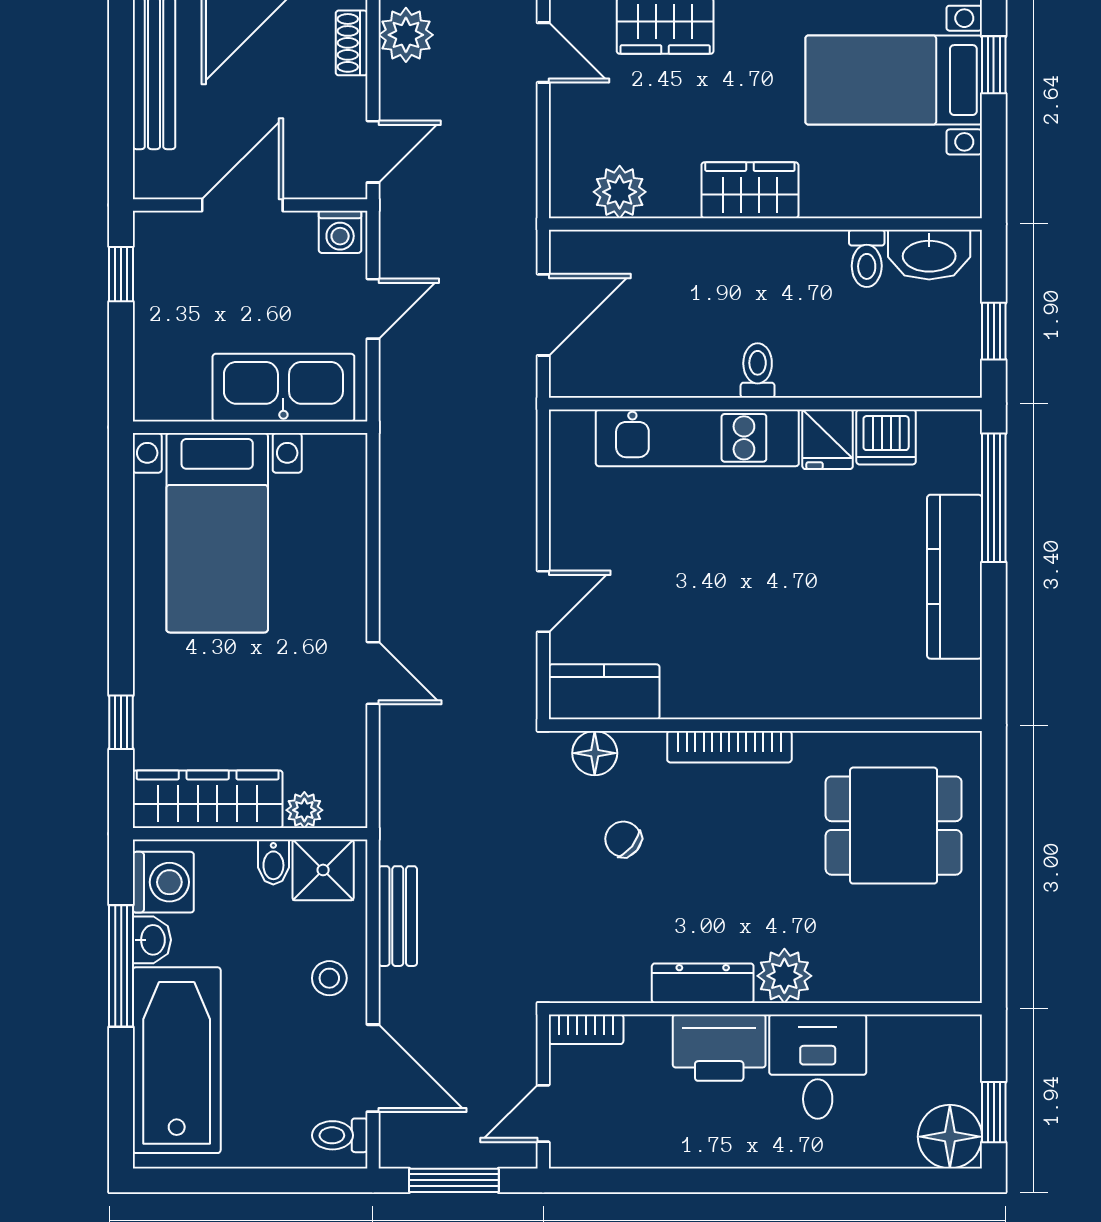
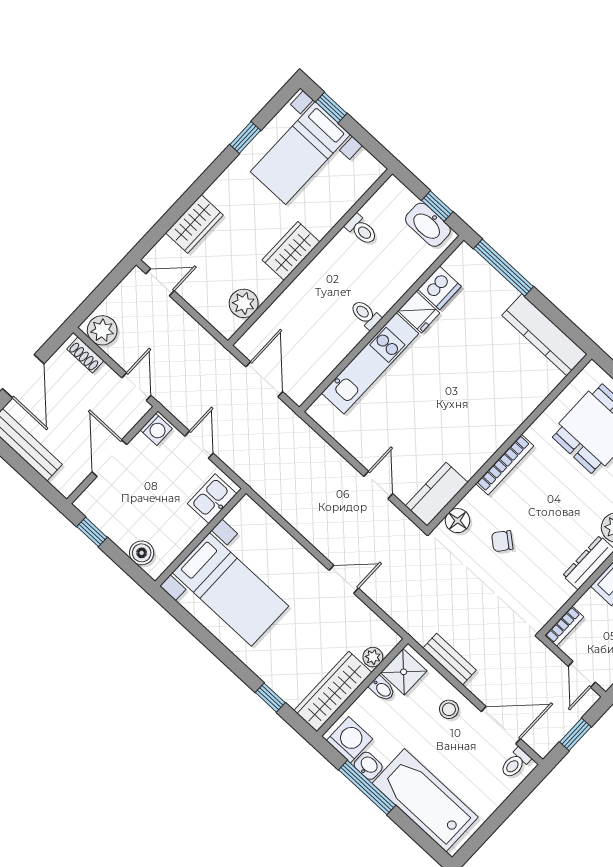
washbasin: (929, 255) -> (428, 225), moved, turned 90
boiler: (155, 367) -> (142, 553), added
kitchen sink: (283, 388) -> (212, 499), width x0.53, depth x0.81
kitchen counter: (955, 577) -> (544, 335), moved
window: (454, 1180) -> (575, 734), width x0.67

